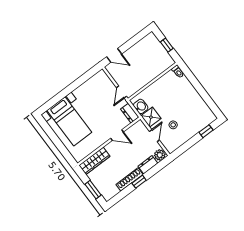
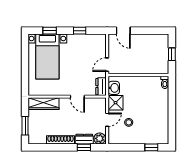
window: (79, 81) -> (80, 31), added
window: (56, 99) -> (50, 31), added
window: (139, 182) -> (84, 147), moved

